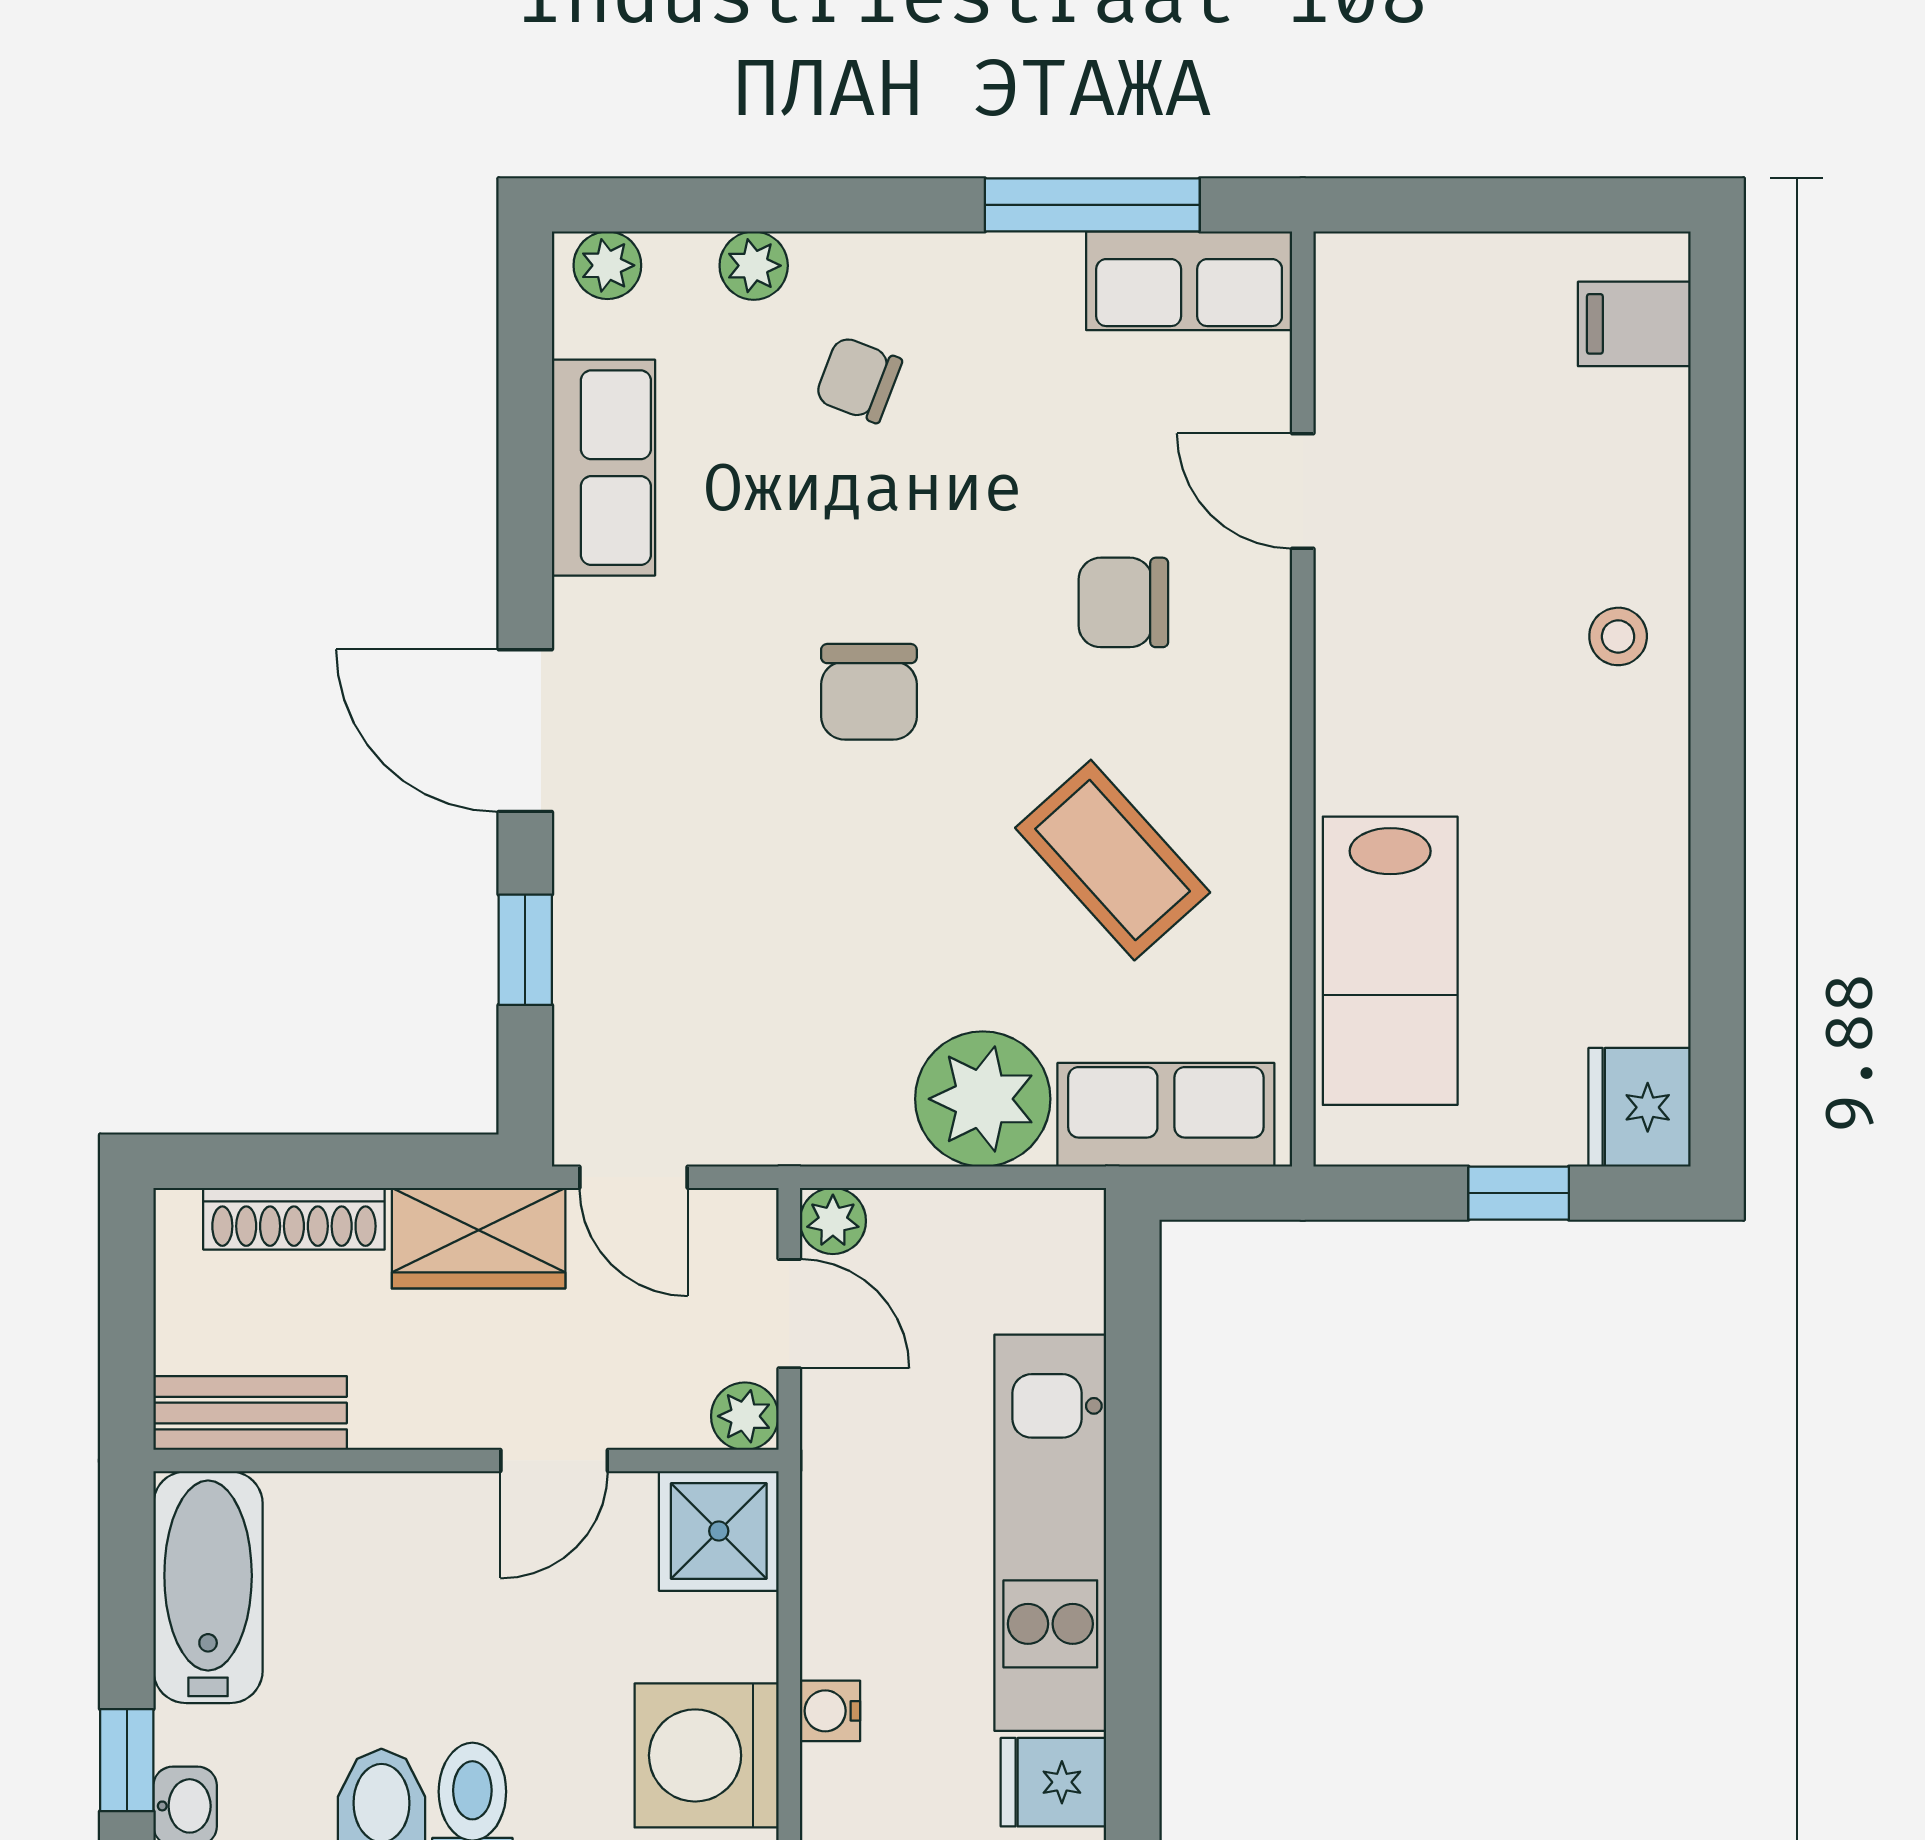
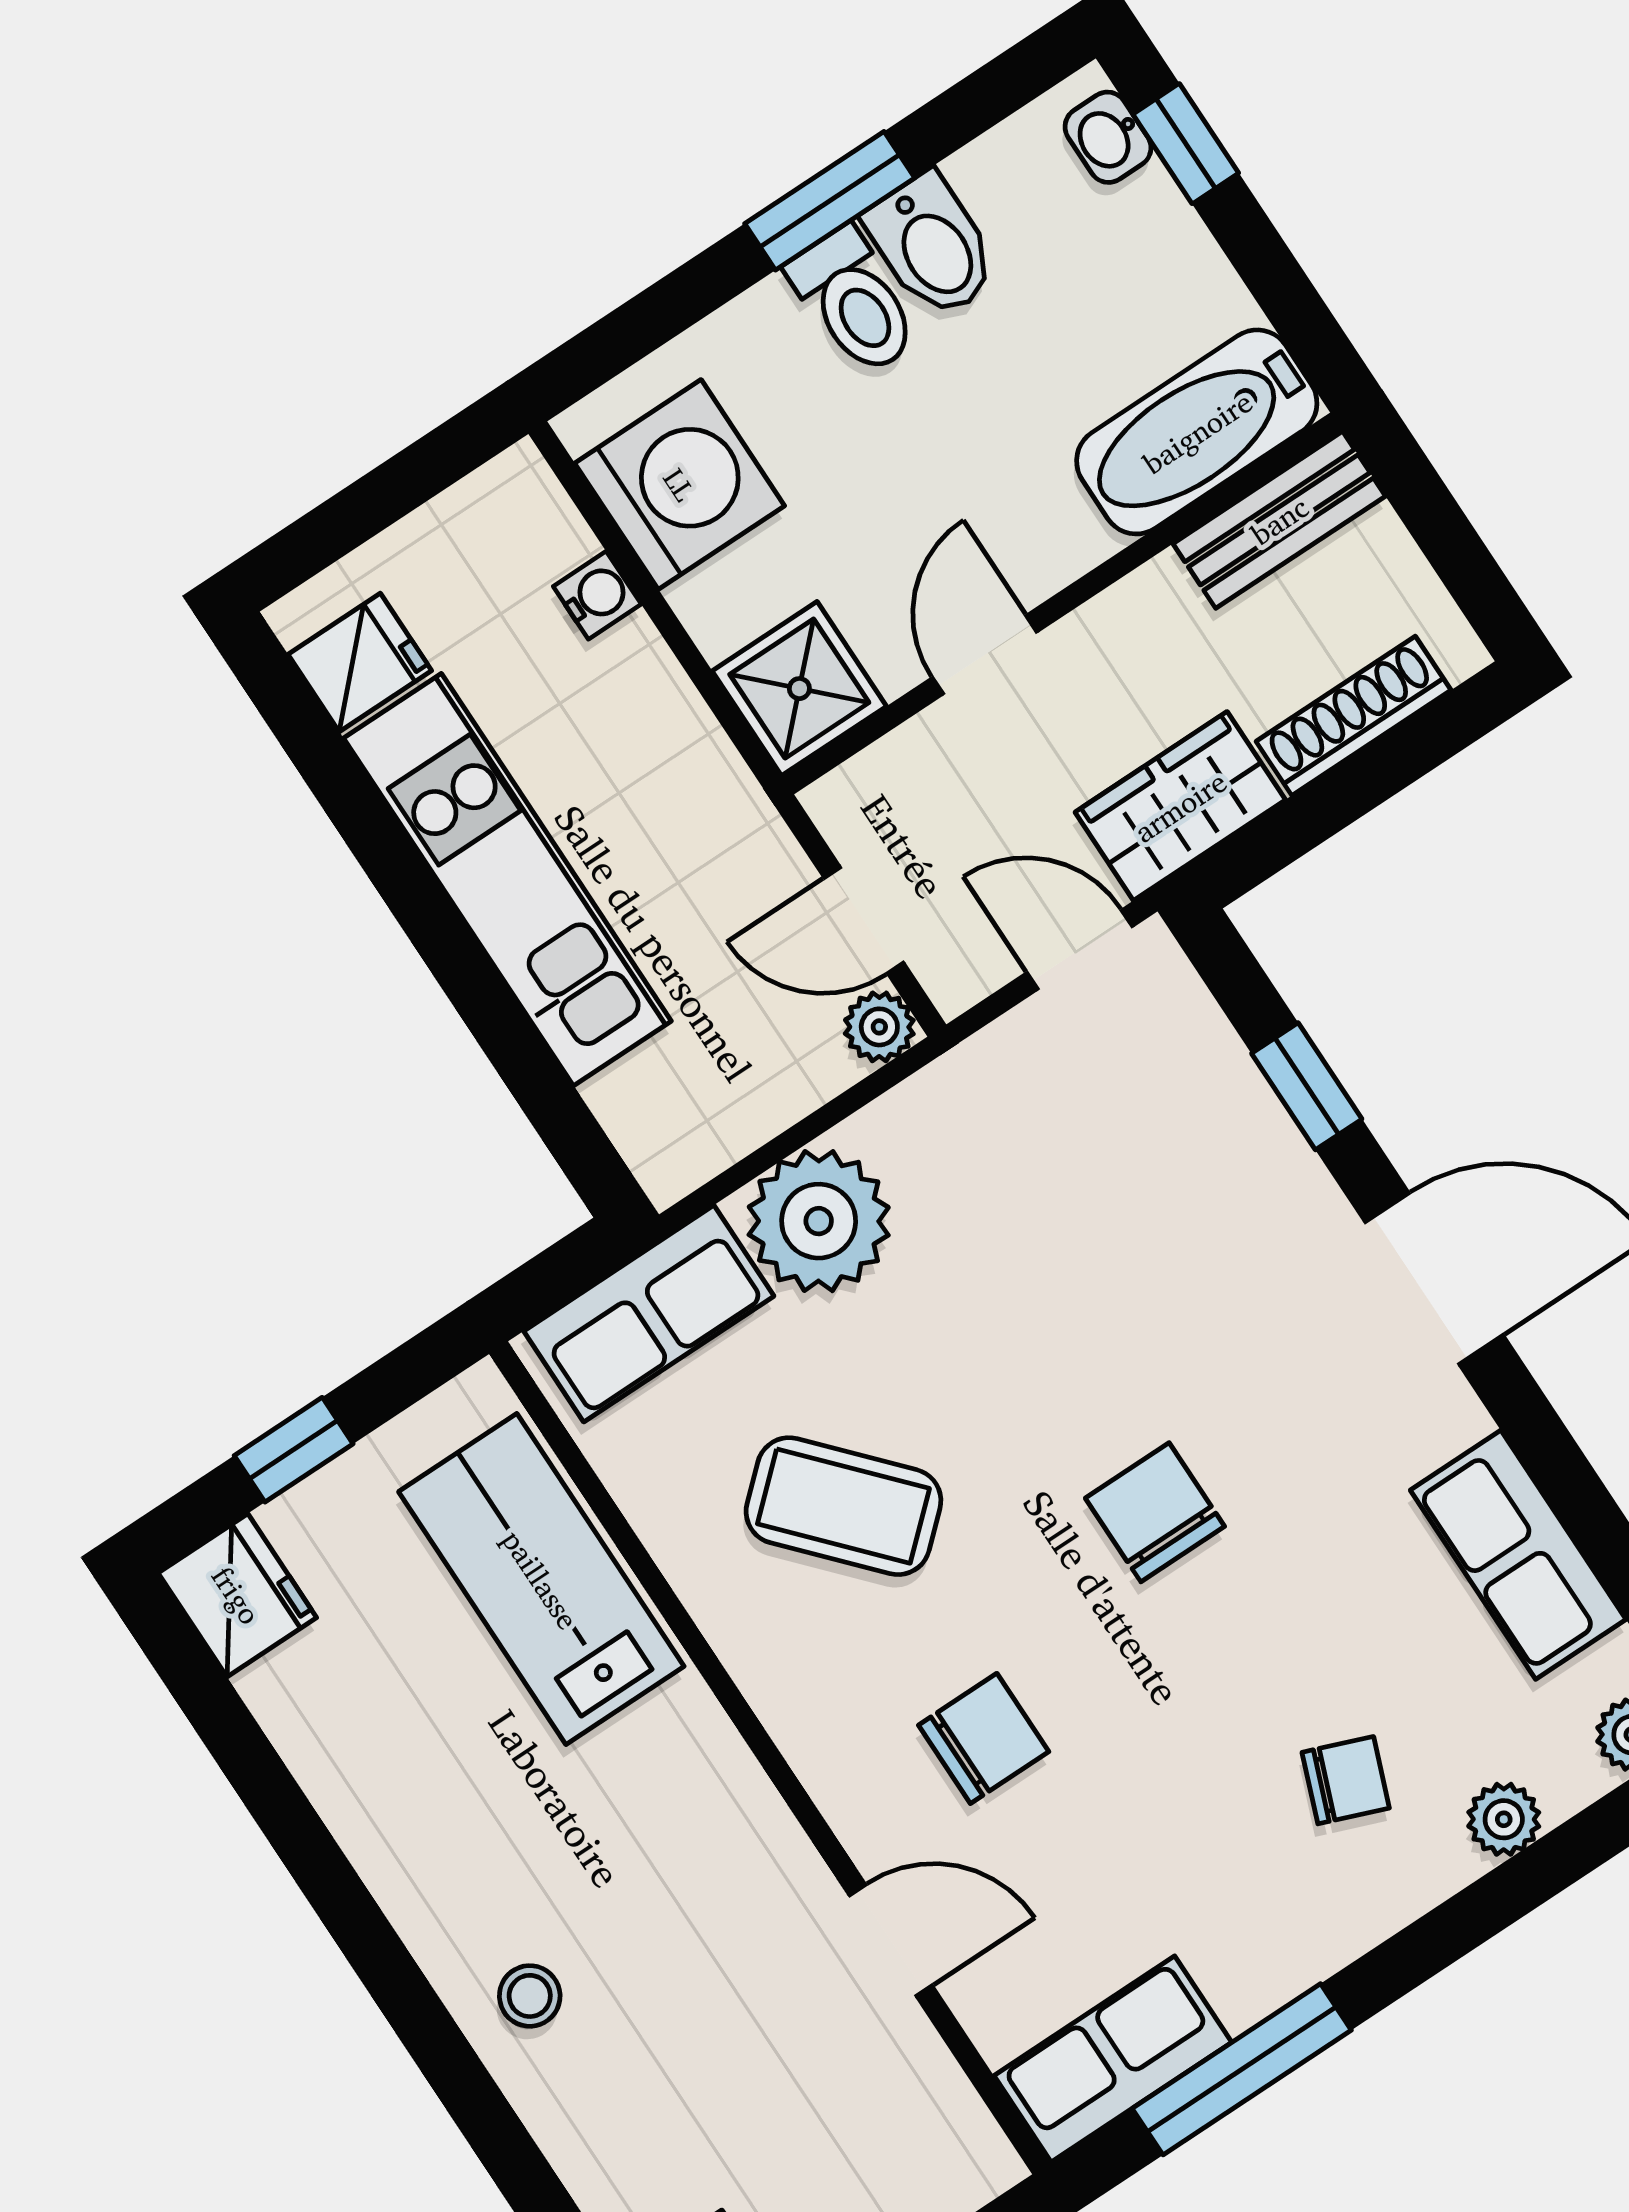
plant: (745, 1416) -> (843, 804), removed
bathtub: (208, 1587) -> (1197, 432), moved, turned 90

